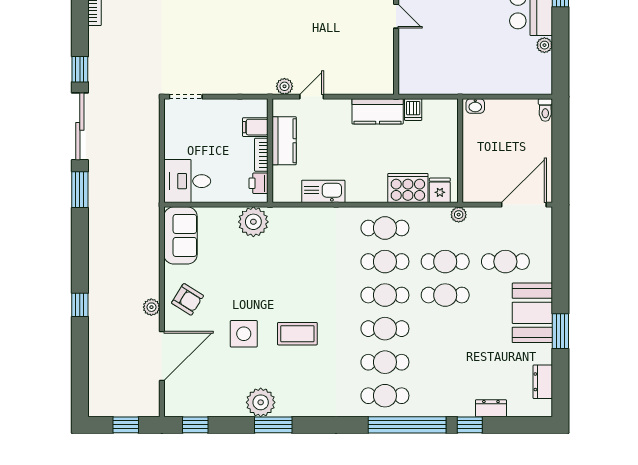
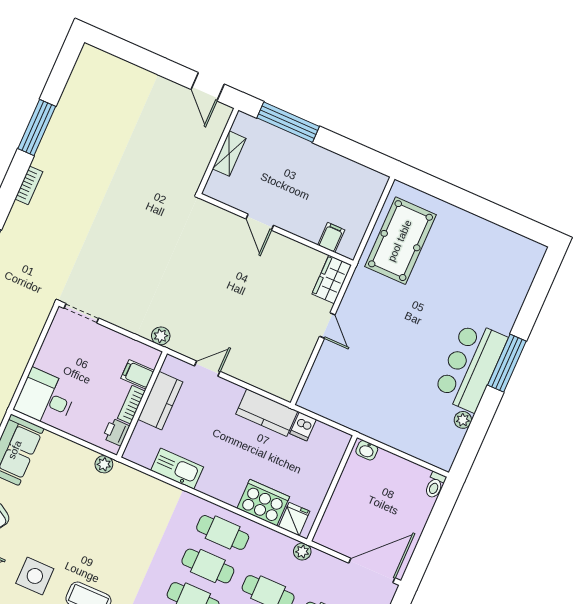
plant: (284, 86) -> (161, 336), moved
plant: (253, 222) -> (104, 464), width x0.53, depth x0.53

